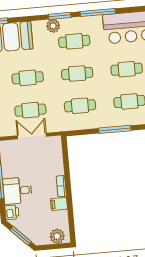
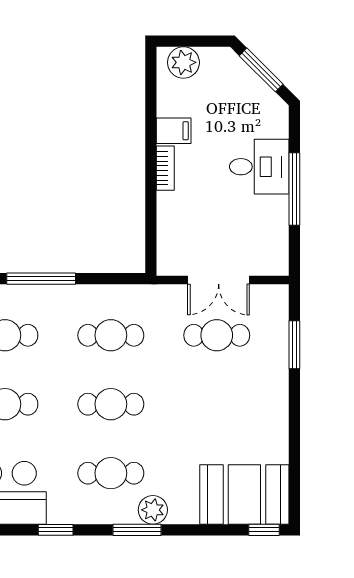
window: (98, 13) -> (56, 530), width x0.46
cafe table: (28, 78) -> (217, 404), removed
printer: (12, 212) -> (275, 122), removed

